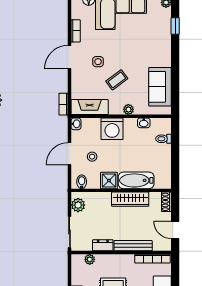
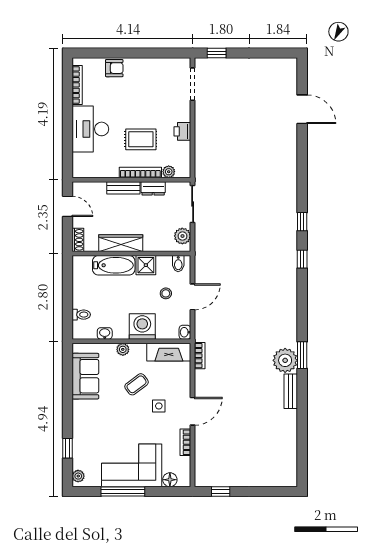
bench: (133, 246) -> (123, 188), width x0.73
bookcase: (153, 259) -> (140, 172), moved

